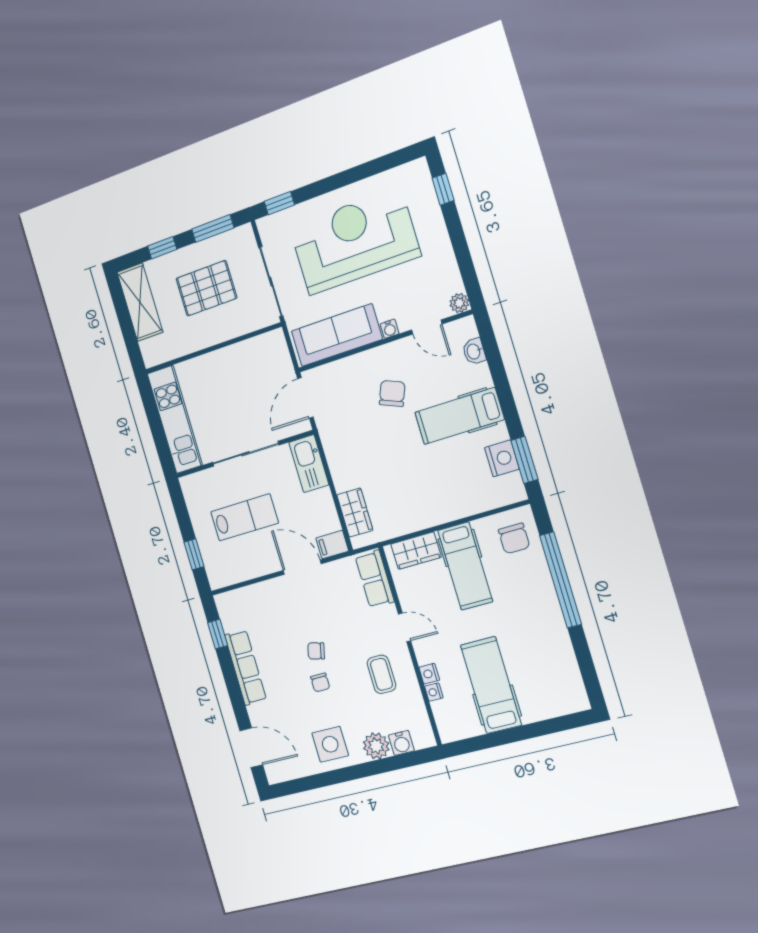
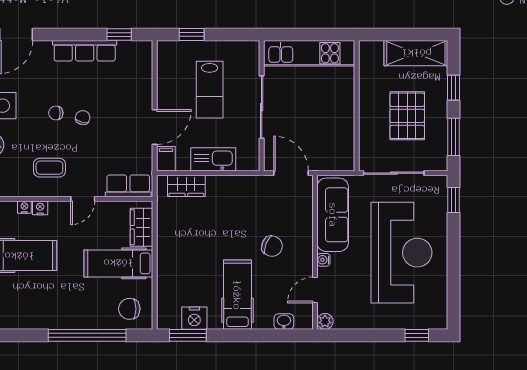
kitchen sink: (309, 464) -> (213, 159), moved

